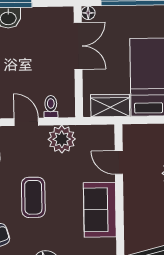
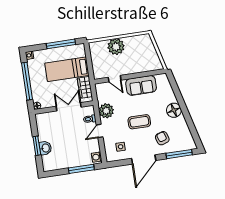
double door: (78, 46) -> (69, 107), moved
door: (119, 162) -> (115, 79), hinge flipped

